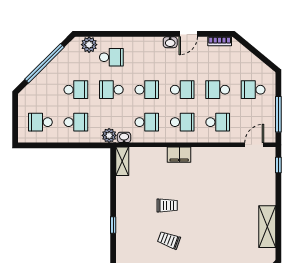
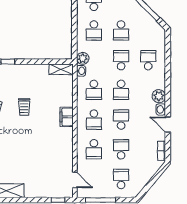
plant: (89, 45) -> (159, 96), moved
school desk: (111, 57) -> (148, 60), turned 180
school desk: (182, 90) -> (121, 120), turned 180

